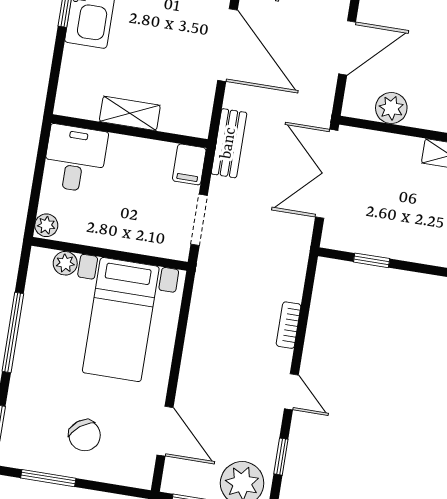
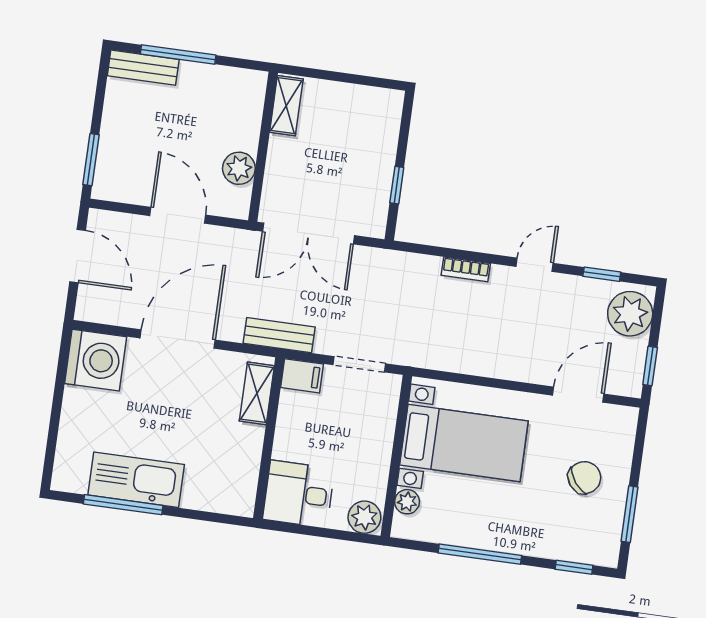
shelving: (130, 113) -> (257, 393), moved
plant: (46, 225) -> (364, 517), width x1.38, depth x1.38

